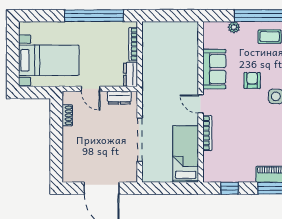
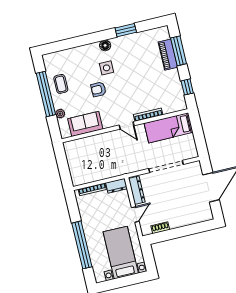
window: (94, 16) -> (82, 245), moved
sofa: (214, 69) -> (85, 124), moved
dresser: (119, 98) -> (137, 190), width x1.44
door: (201, 104) -> (127, 125), hinge flipped

